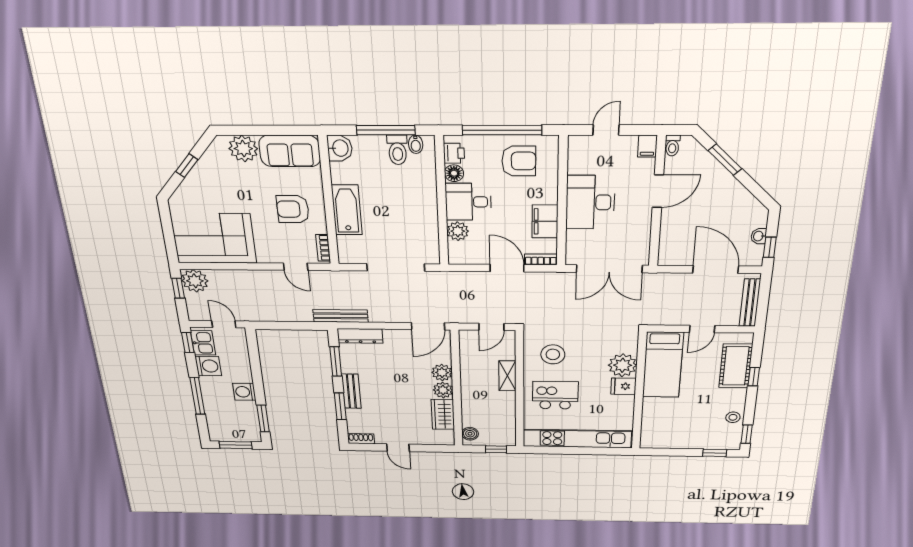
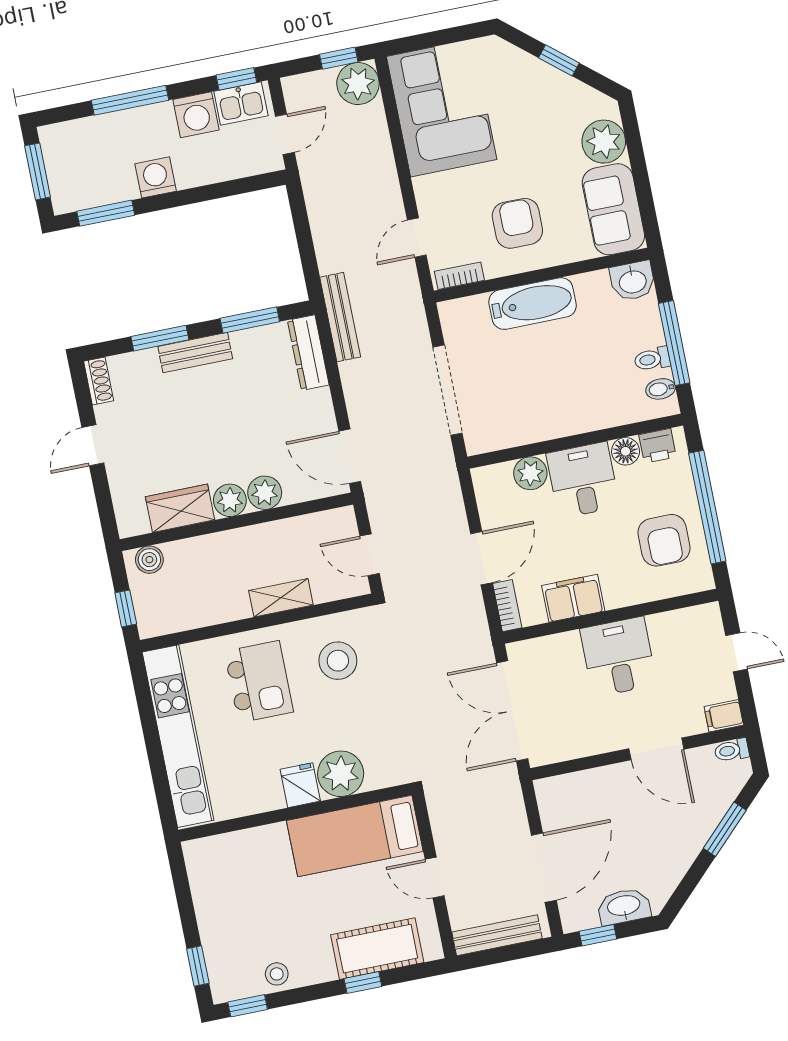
toilet: (397, 150) -> (652, 359), width x0.73, depth x0.72
desk: (590, 202) -> (618, 657), width x0.73
washbasin: (759, 236) -> (624, 906), width x1.91, depth x1.45

